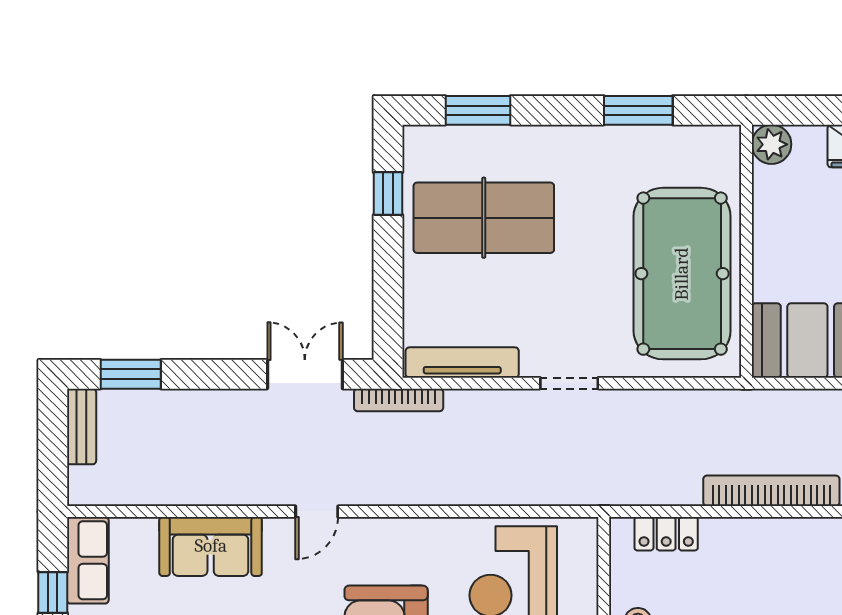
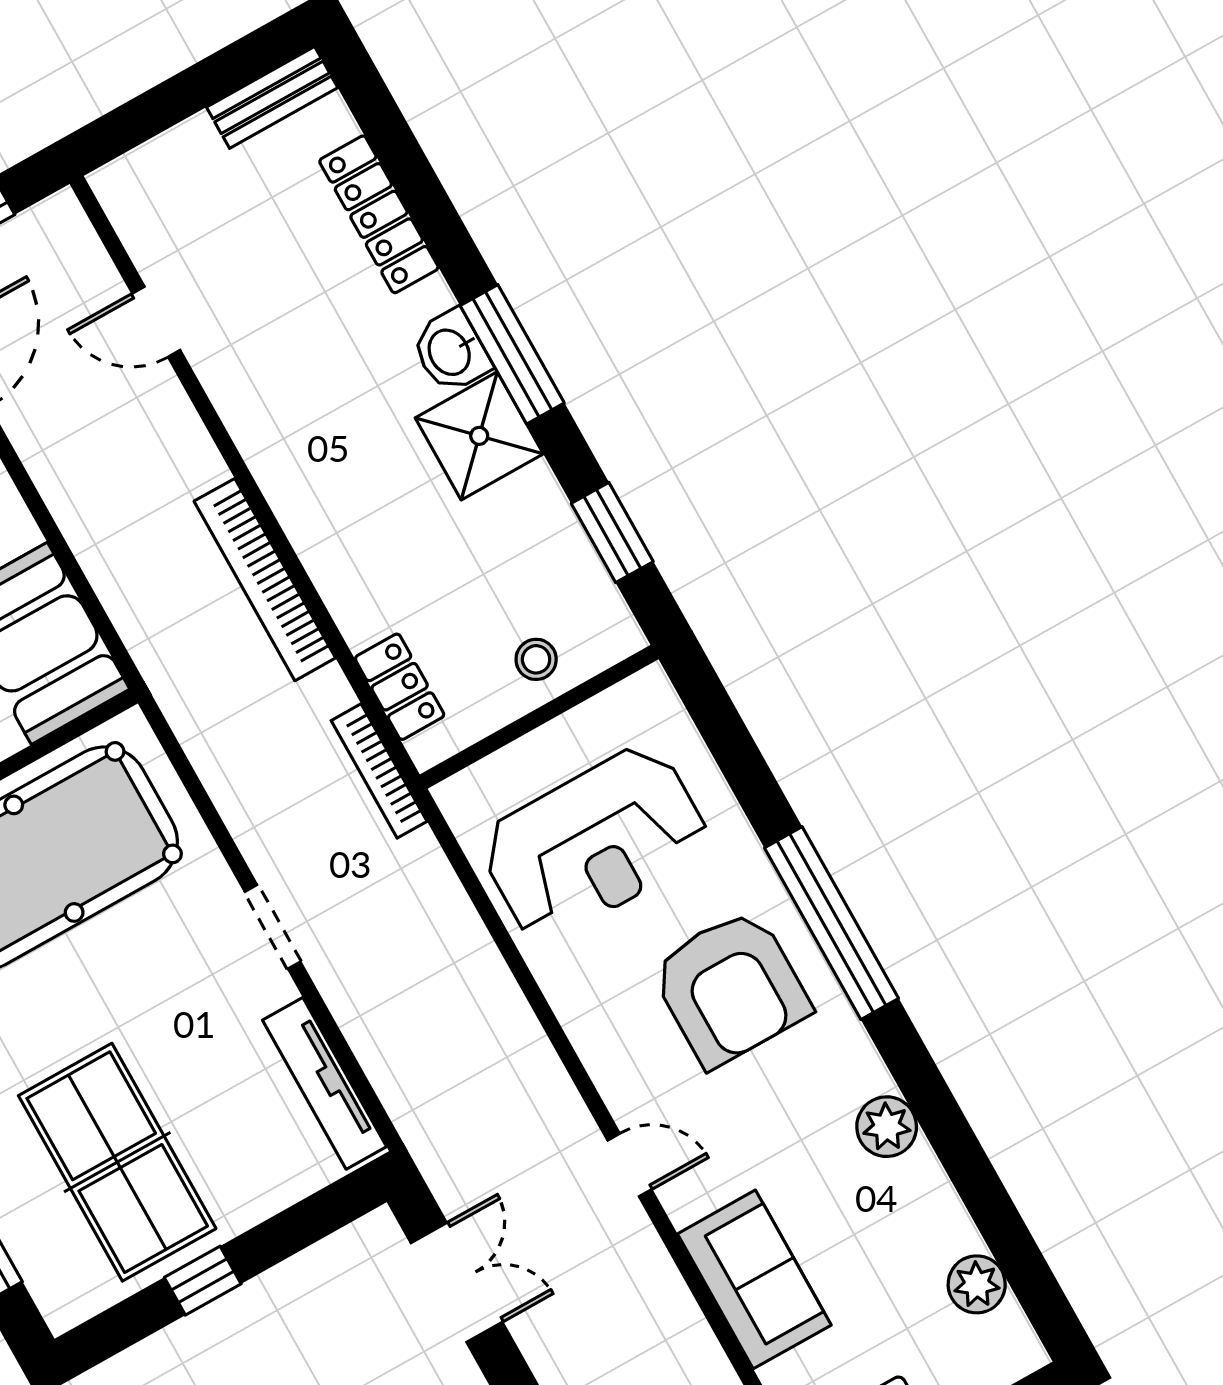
window: (388, 194) -> (203, 1281), moved
double door: (305, 374) -> (457, 1282), swing flipped
bookcase: (399, 400) -> (379, 771), moved, turned 180

